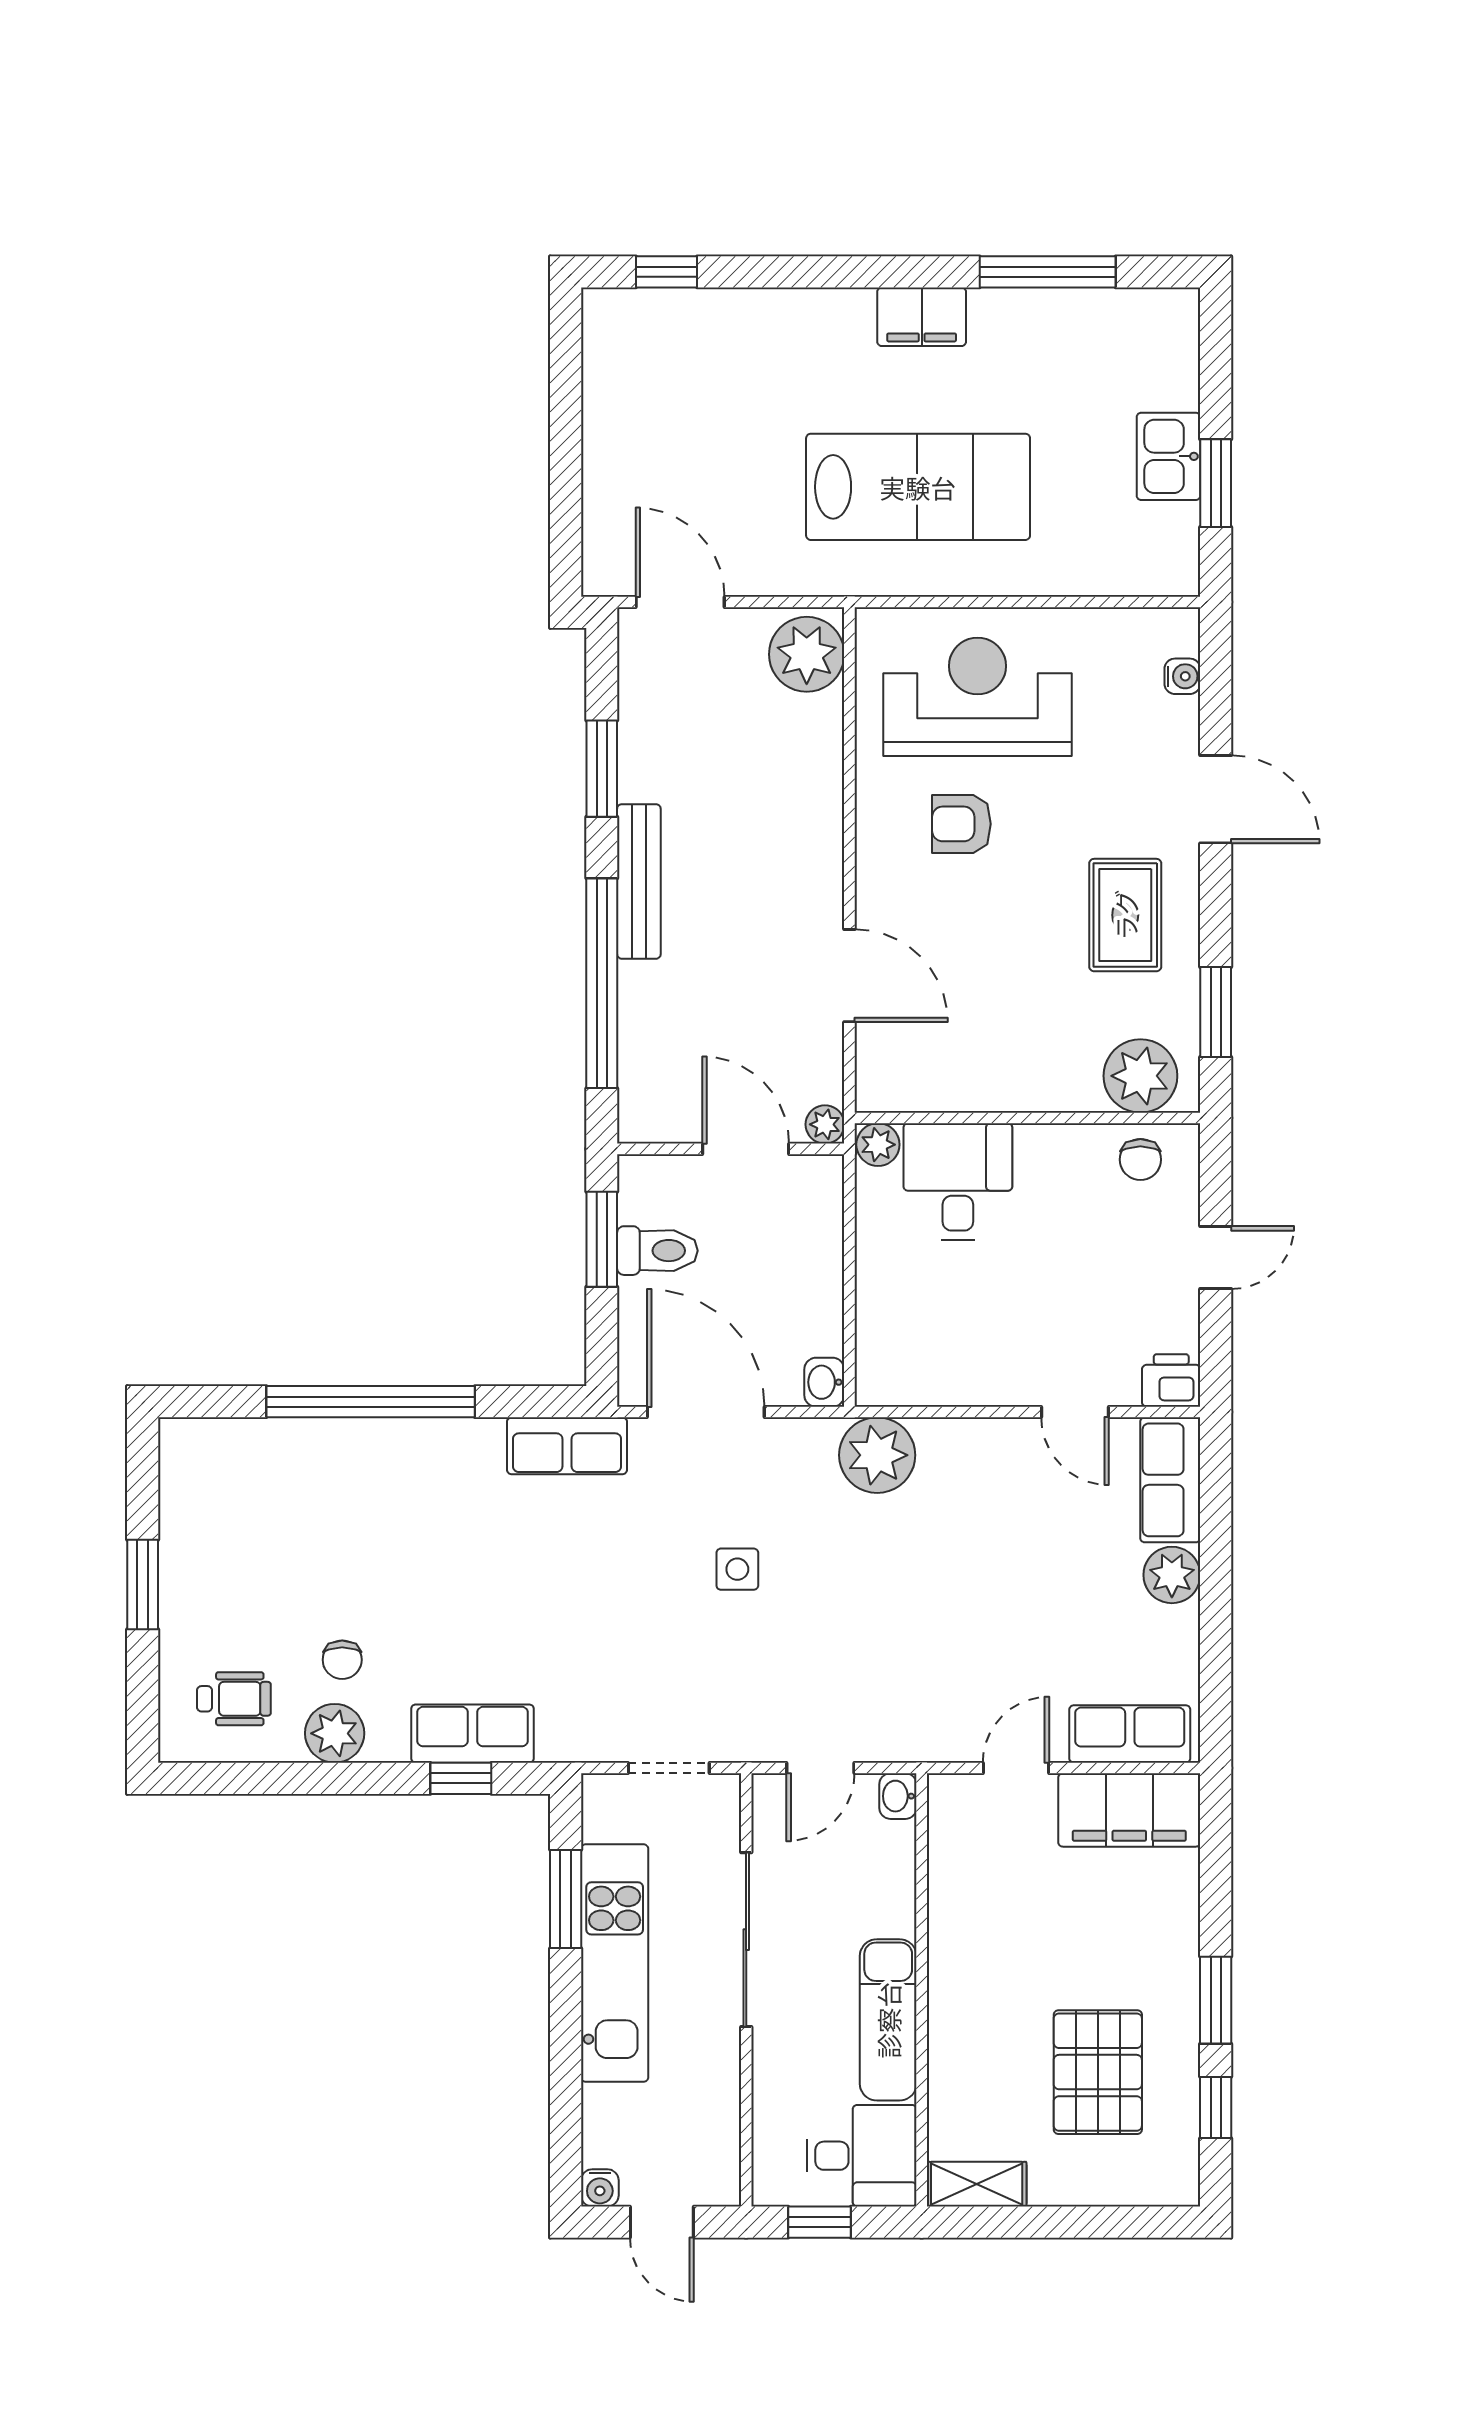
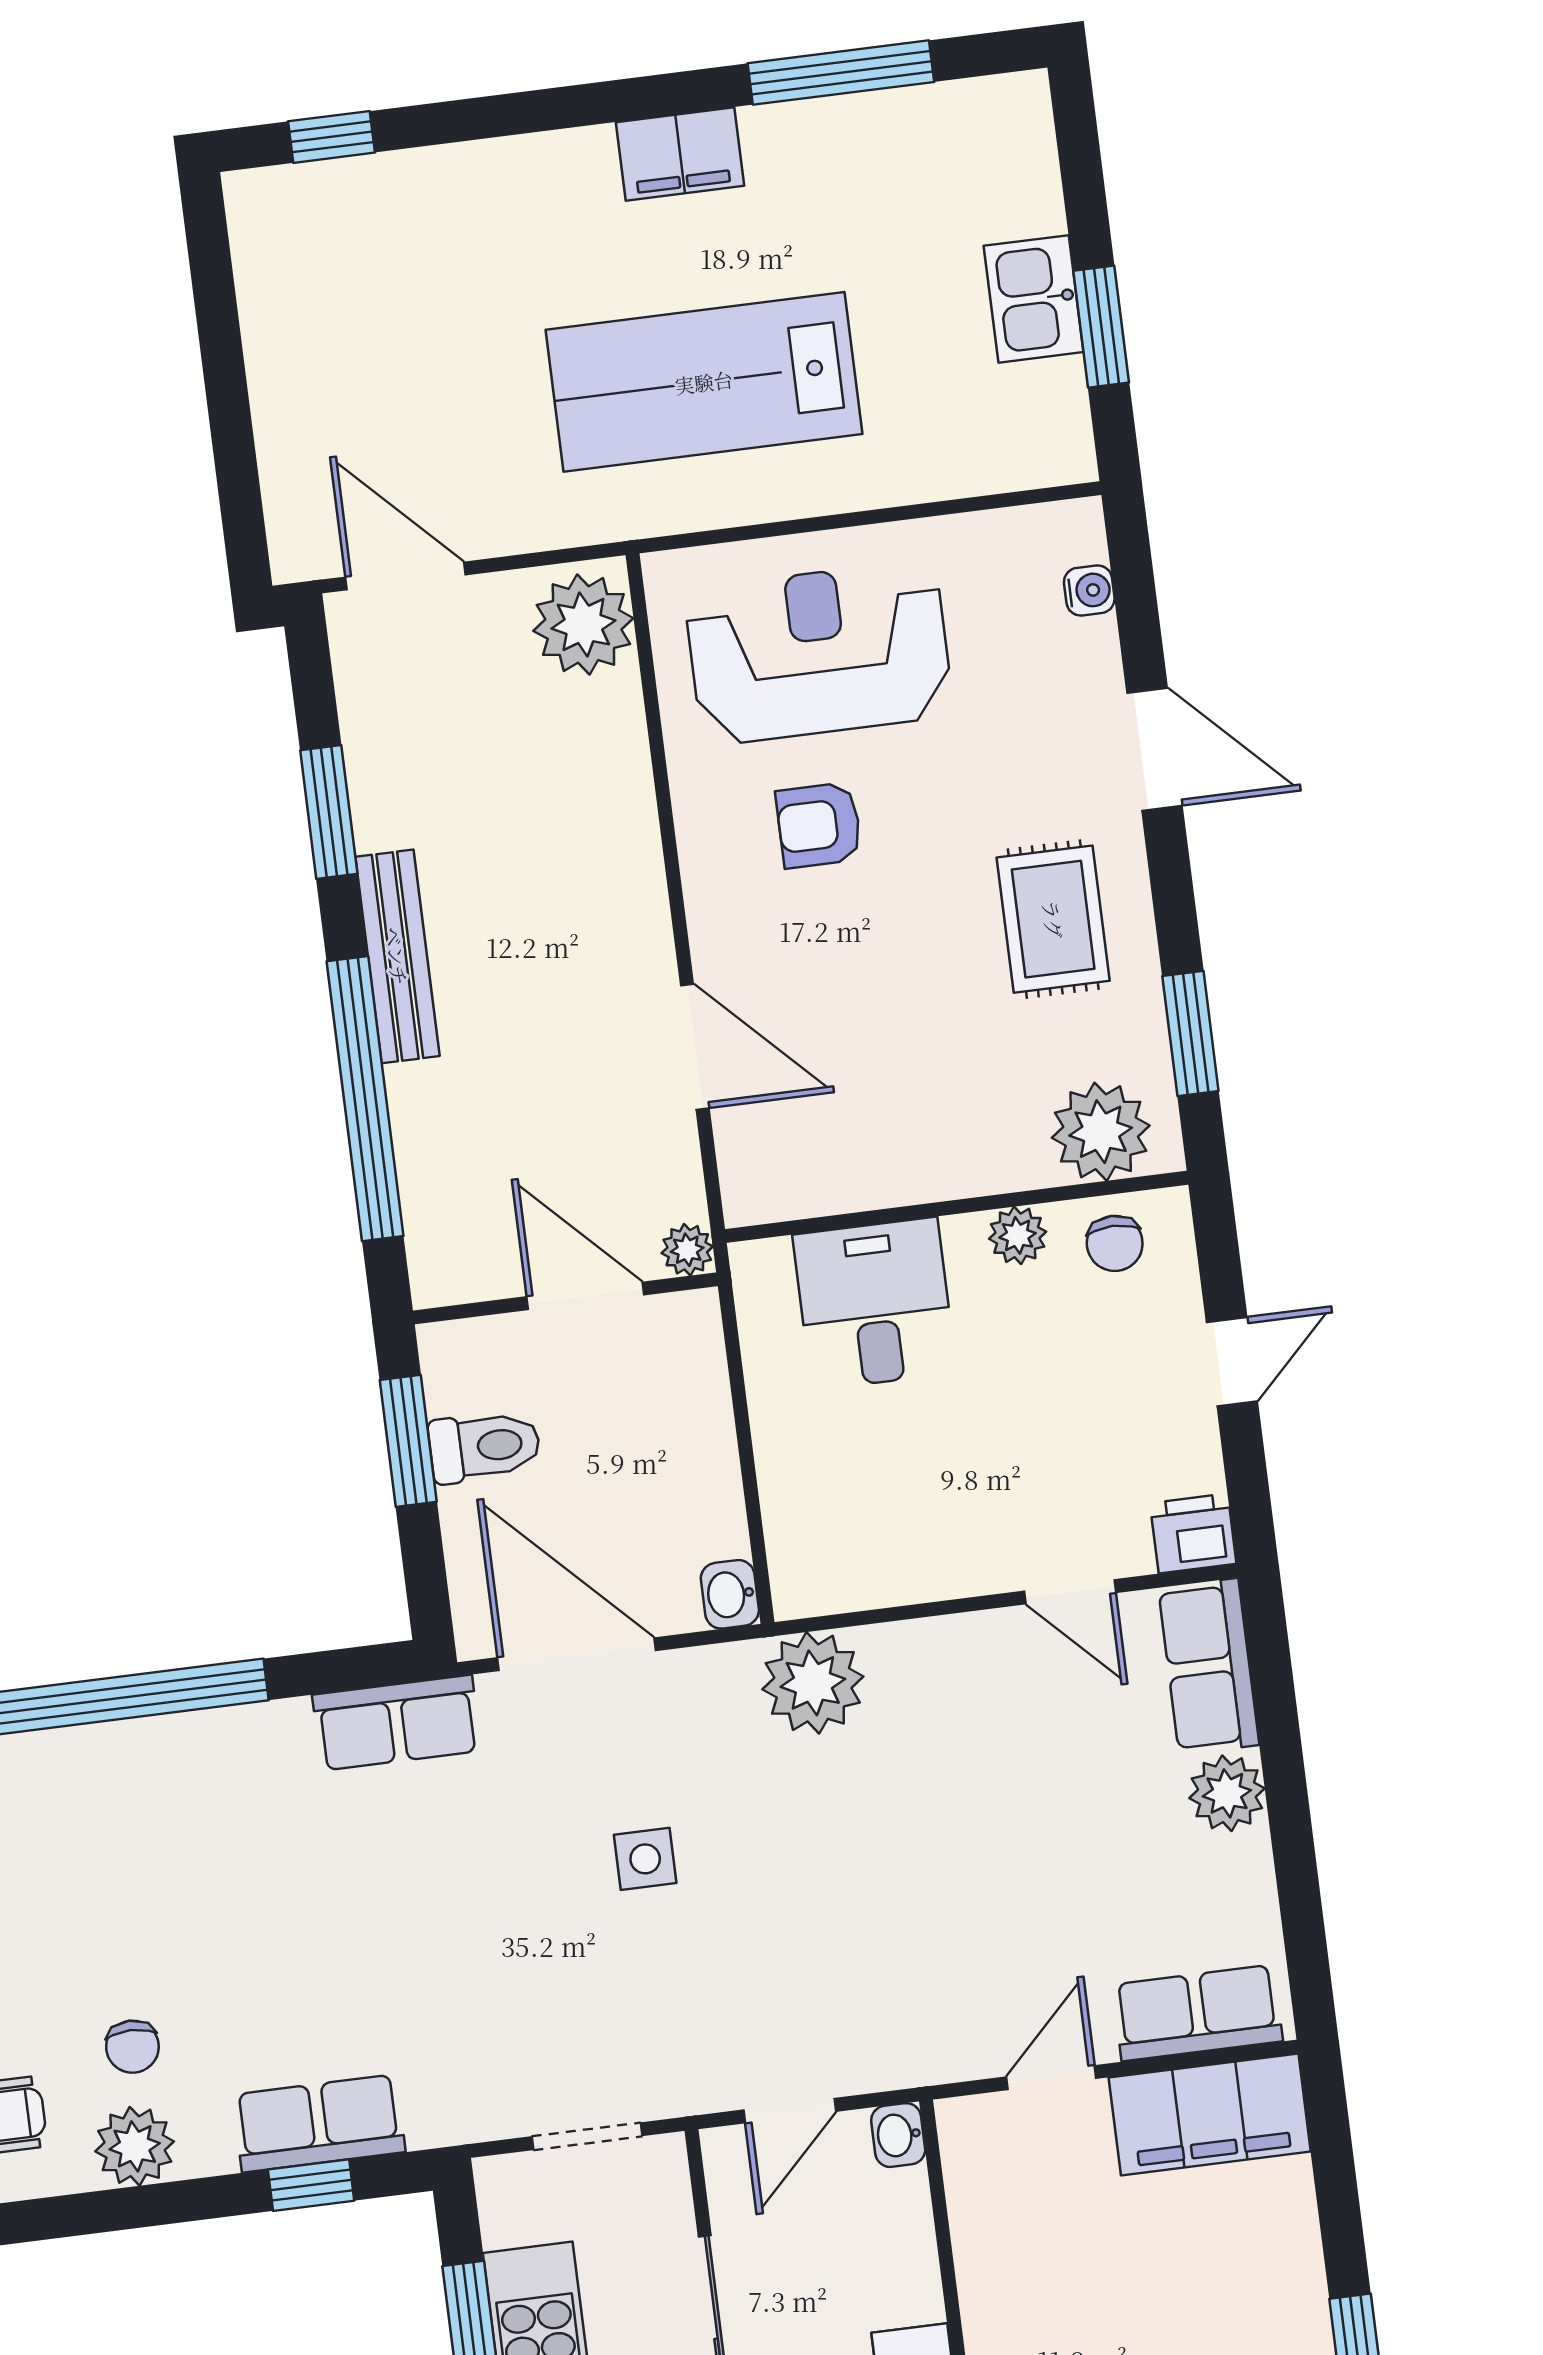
lab bench: (918, 487) -> (704, 382), turned 180
plant: (878, 1145) -> (1018, 1235), moved

